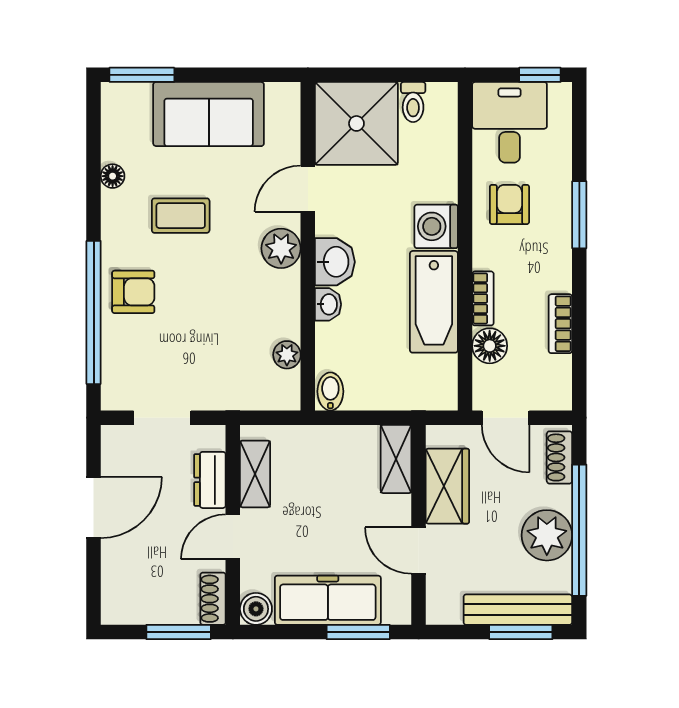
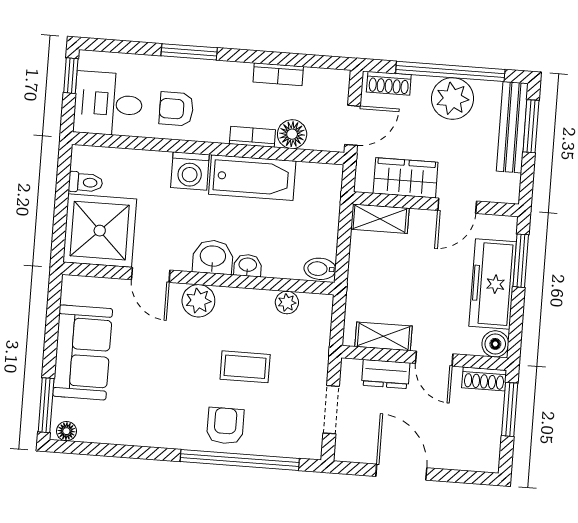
floor lamp: (113, 176) -> (66, 431), moved
coffee table: (181, 216) -> (245, 367), moved, turned 90

